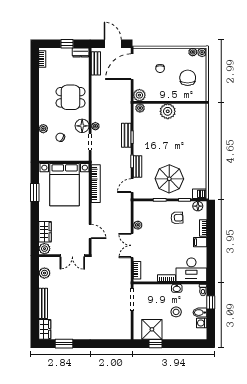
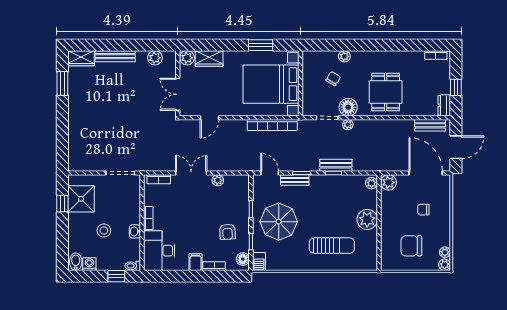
chair: (188, 78) -> (411, 246), turned 180
sun lounger: (188, 138) -> (332, 246), added
bidet: (200, 313) -> (76, 262), moved

